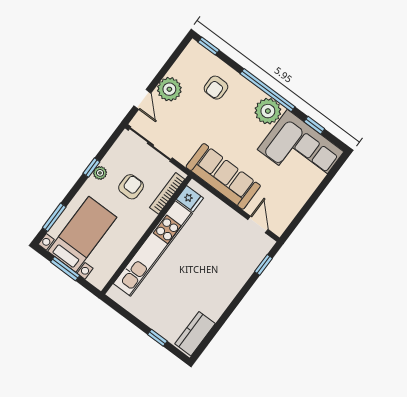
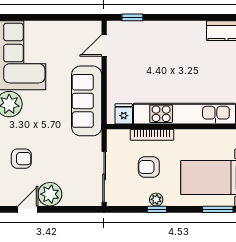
door: (142, 99) -> (28, 209), moved
bookcase: (167, 193) -> (152, 135), moved

